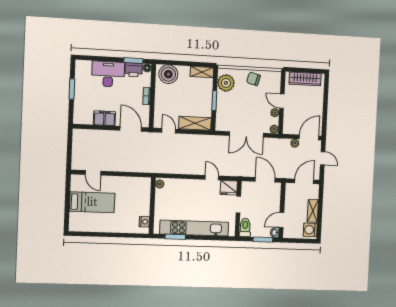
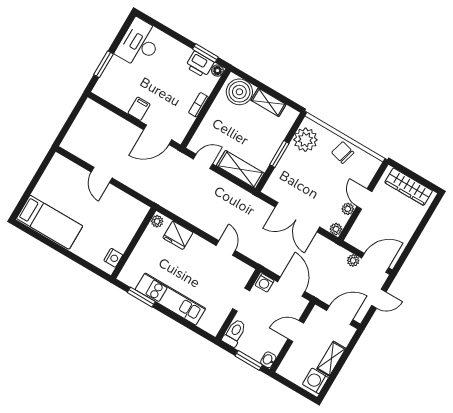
shelving: (202, 72) -> (268, 102), moved
desk: (108, 74) -> (139, 43), moved, turned -90
window: (72, 89) -> (103, 64), moved
filing cabinet: (104, 118) -> (139, 109), width x0.50
door: (131, 129) -> (158, 135), swing flipped
door: (169, 131) -> (203, 161), hinge flipped
door: (323, 158) -> (379, 299), hinge flipped
door: (93, 173) -> (102, 175), moved
washing machine: (247, 186) -> (265, 283), added
fridge: (229, 188) -> (178, 235), moved
bed: (92, 202) -> (50, 222), moved
door: (282, 220) -> (296, 331), moved
kitchen unit: (194, 228) -> (170, 299), width x0.73

